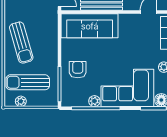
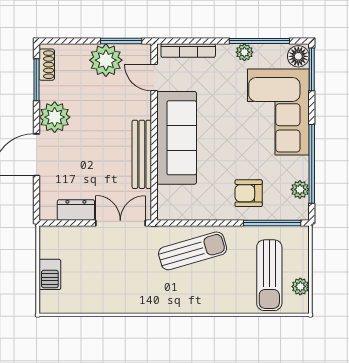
sofa: (90, 26) -> (177, 138), moved
sun lounger: (21, 43) -> (193, 251), moved
plant: (94, 101) -> (300, 189), moved

